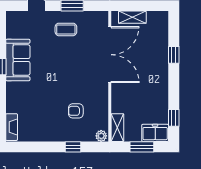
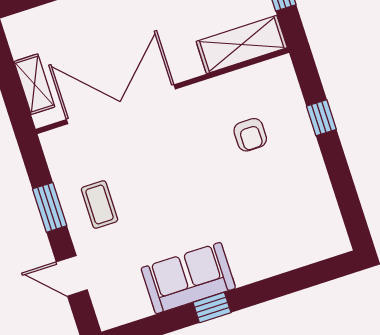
fireplace: (12, 127) -> (321, 248), removed
shelving: (117, 128) -> (242, 45), width x1.50, depth x1.33
plant: (101, 136) -> (283, 70), removed

